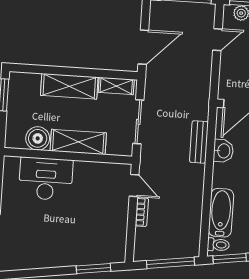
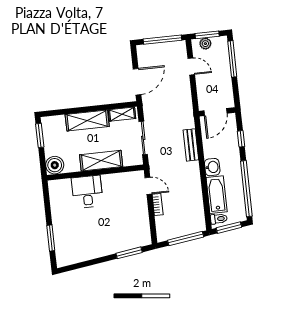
door: (217, 40) -> (191, 66), hinge flipped
boiler: (38, 138) -> (55, 165), moved
washbasin: (223, 151) -> (212, 167), moved
desk: (46, 179) -> (87, 192), width x0.73

